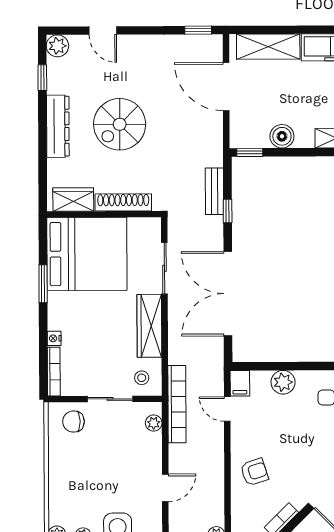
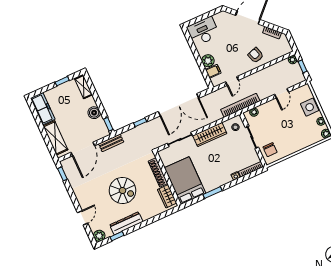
dresser: (58, 126) -> (126, 223), moved
bench: (214, 191) -> (111, 143), moved
bed: (87, 254) -> (185, 181), width x0.73
filing cabinet: (240, 383) -> (213, 71), moved
door: (165, 488) -> (282, 93), swing flipped

